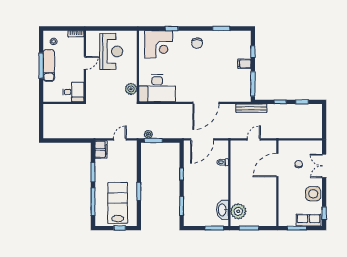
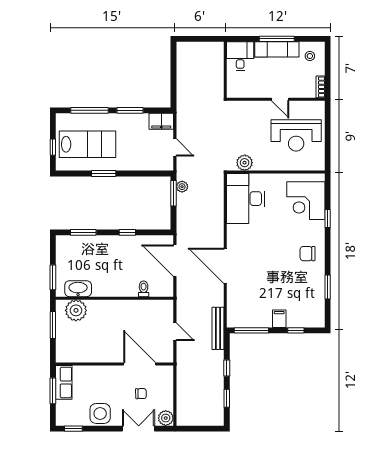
desk: (73, 92) -> (240, 56), moved, turned 180
plant: (316, 146) -> (166, 418), added
row of seats: (309, 220) -> (64, 382), moved

